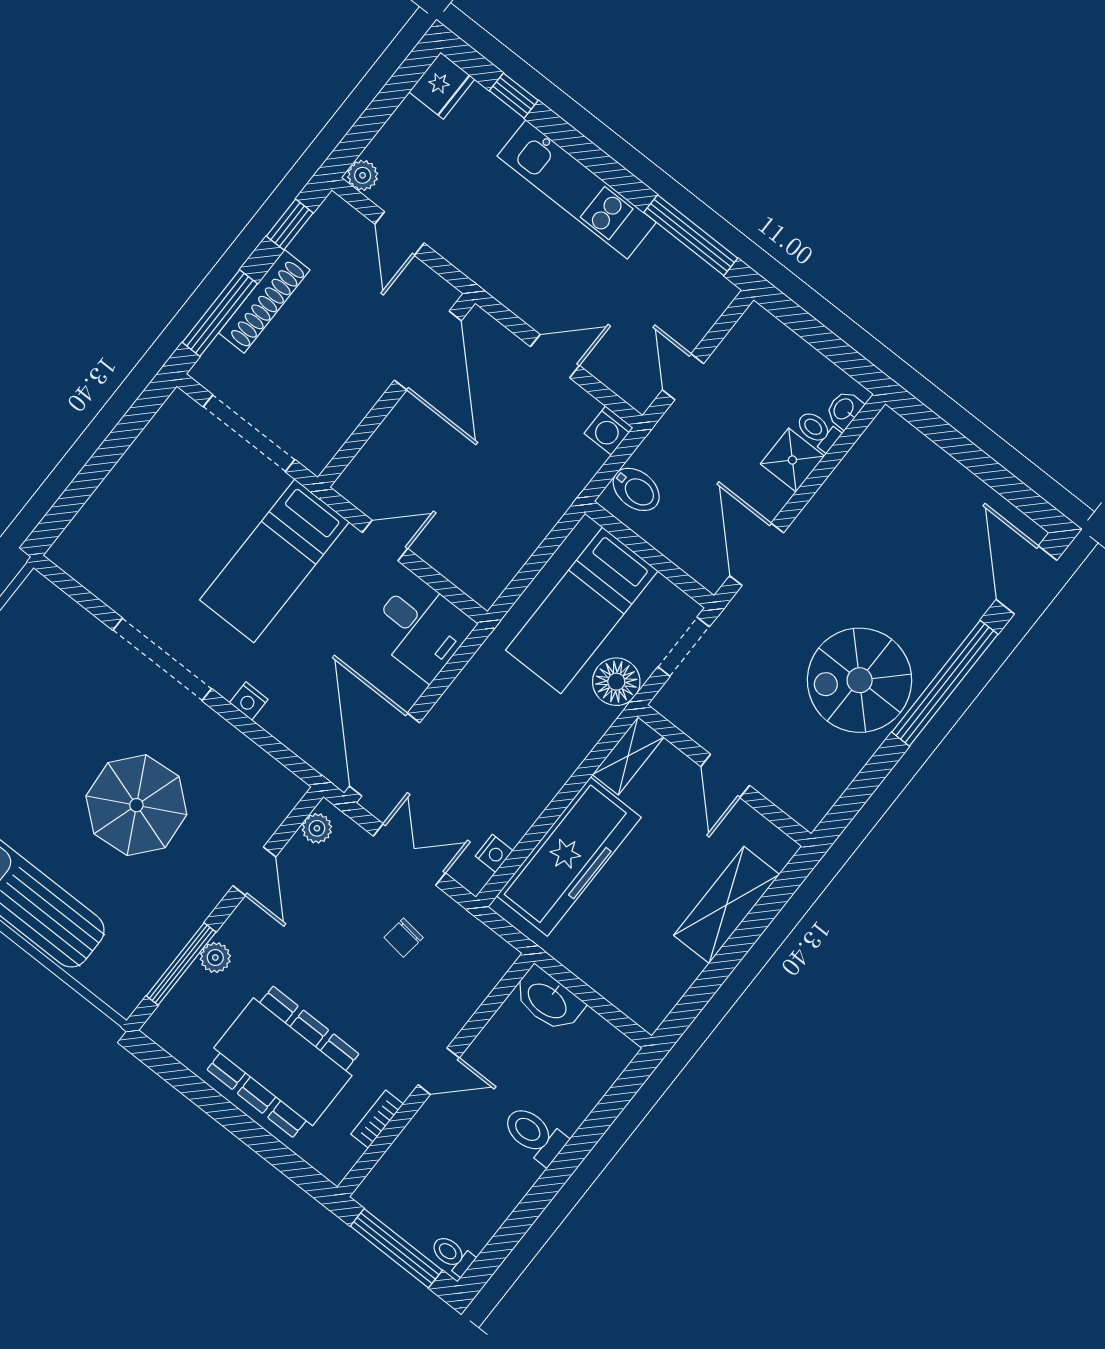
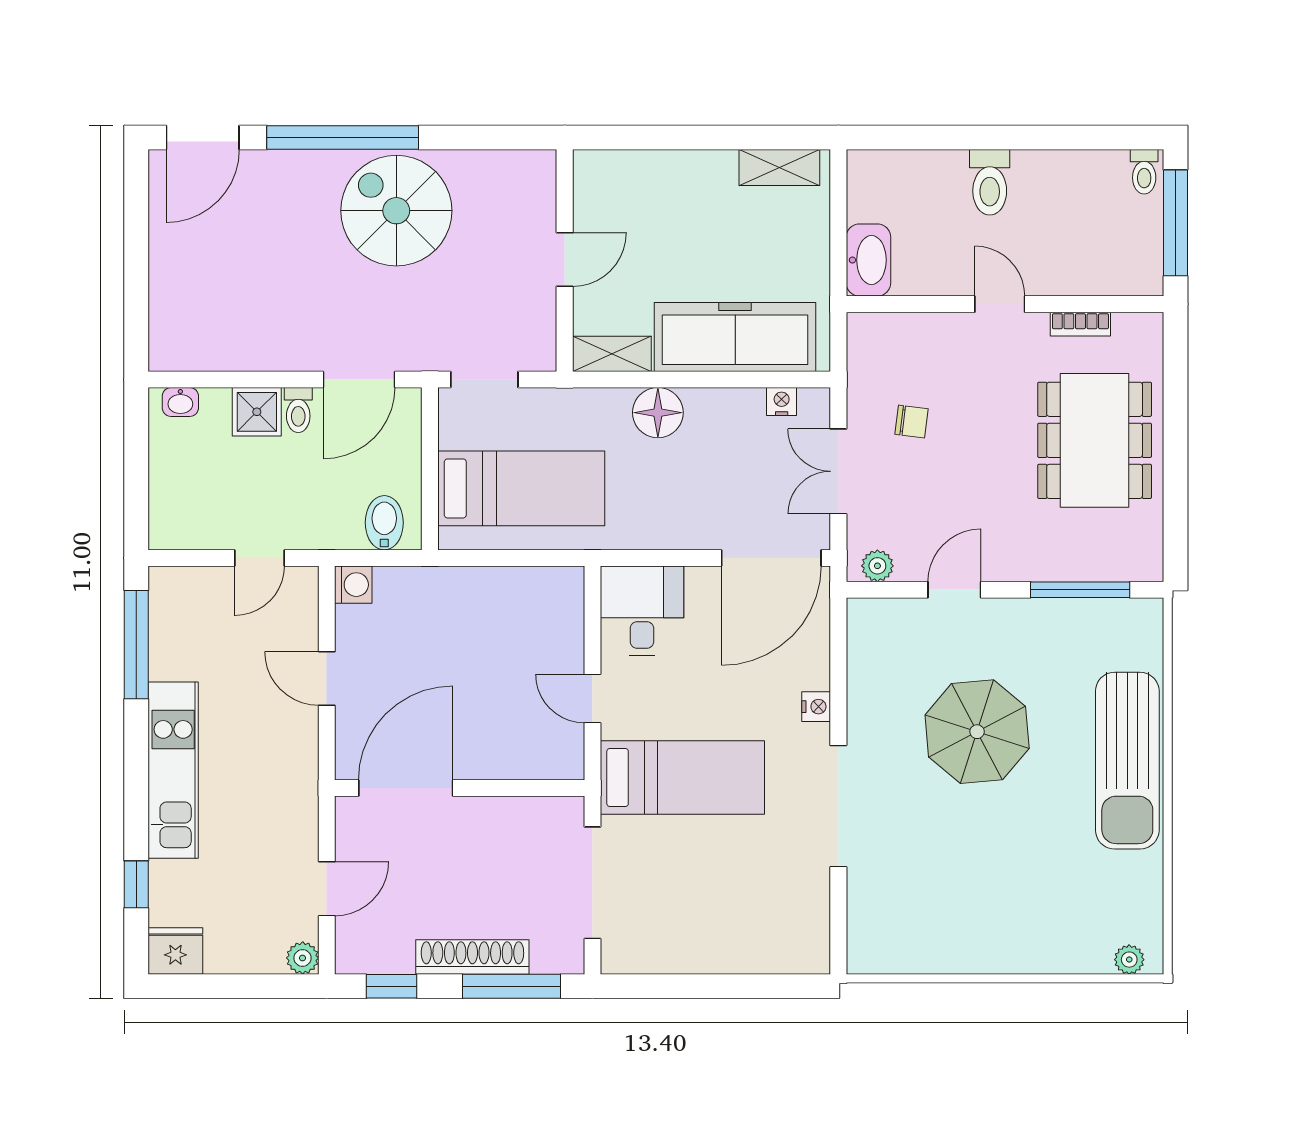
toilet: (818, 430) -> (298, 410), moved
spiral stairs: (860, 680) -> (396, 211), turned 180
floor lamp: (616, 682) -> (658, 413), moved
shelving: (727, 905) -> (779, 168), moved, width x0.67, depth x0.75
plant: (215, 958) -> (1052, 565), removed

